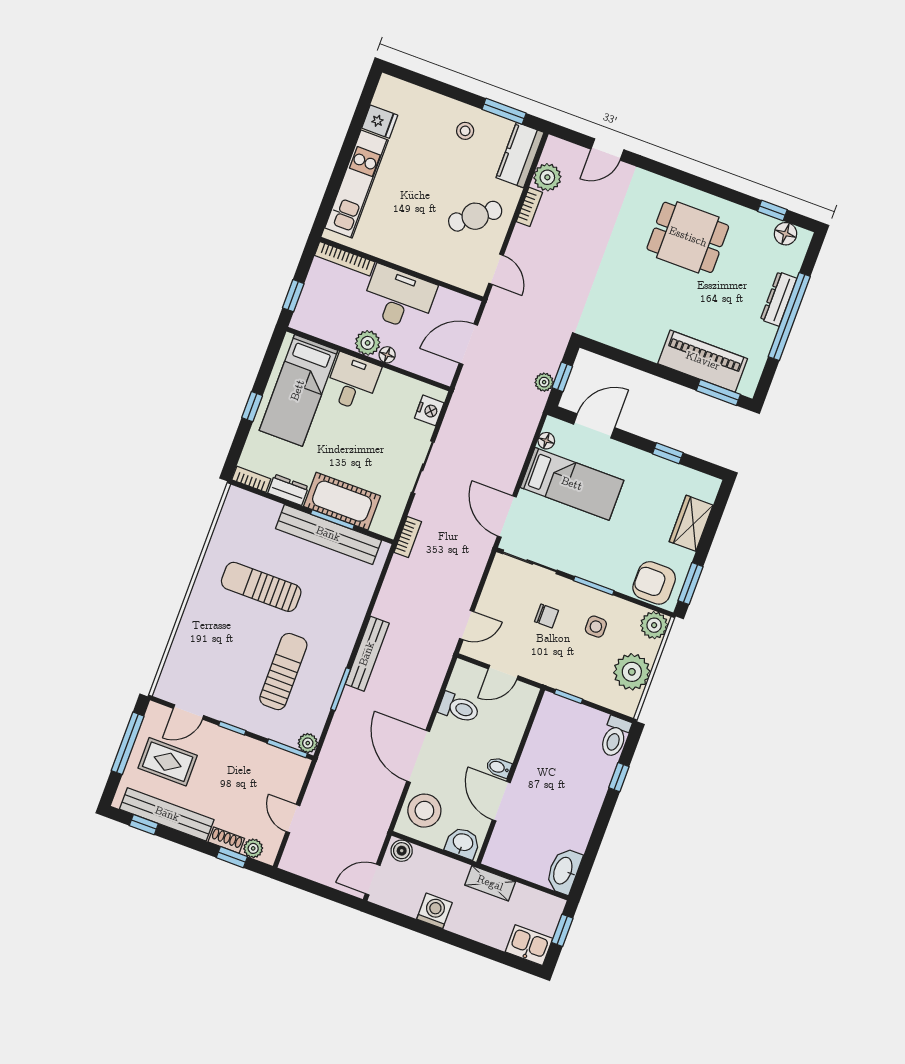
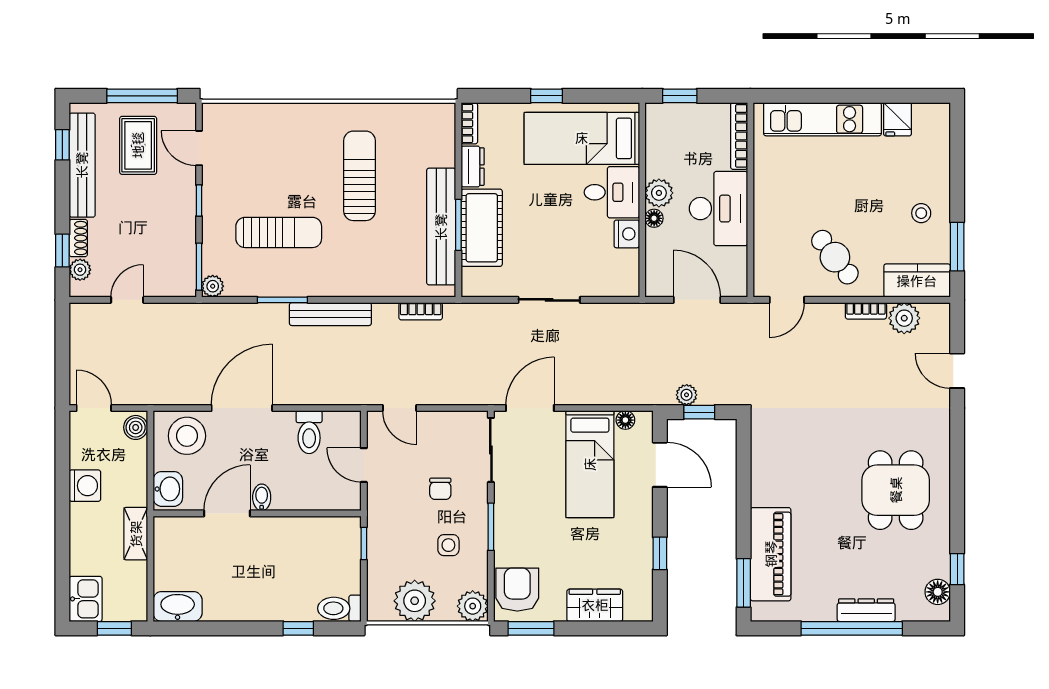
nightstand: (429, 410) -> (627, 234), moved, turned -90
bookcase: (408, 537) -> (421, 311), moved

